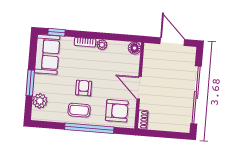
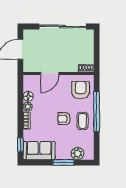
floor lamp: (135, 48) -> (28, 96), moved
door: (139, 88) -> (50, 73), moved

